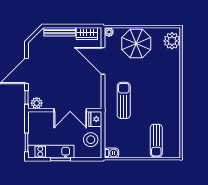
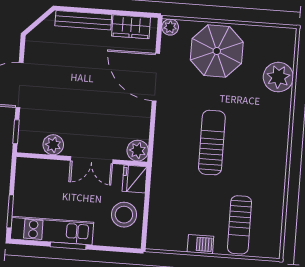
plant: (172, 41) -> (278, 77), moved
sun lounger: (124, 100) -> (212, 143), moved
plant: (37, 103) -> (53, 145), moved
plant: (96, 103) -> (138, 151), added
double door: (70, 110) -> (92, 160), width x0.73
barbecue: (111, 153) -> (200, 244), moved

